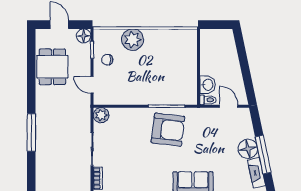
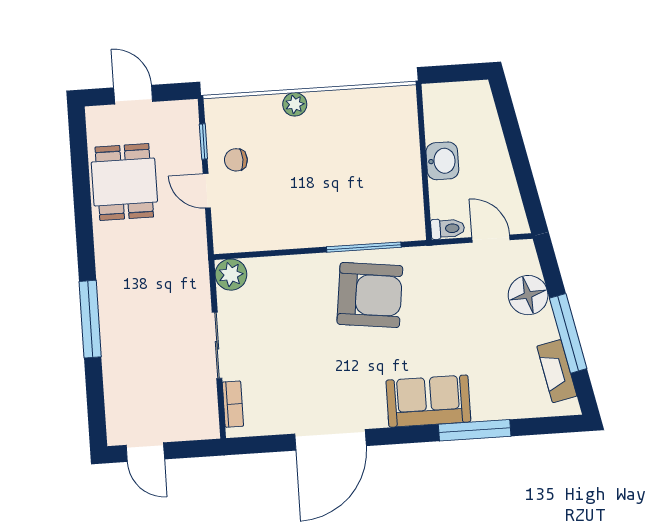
floor lamp: (84, 36) -> (184, 114), removed
plant: (133, 40) -> (295, 104), width x0.53, depth x0.53
door: (92, 85) -> (207, 191), moved
washbasin: (208, 85) -> (442, 161), moved
floor lamp: (248, 149) -> (528, 295), moved

